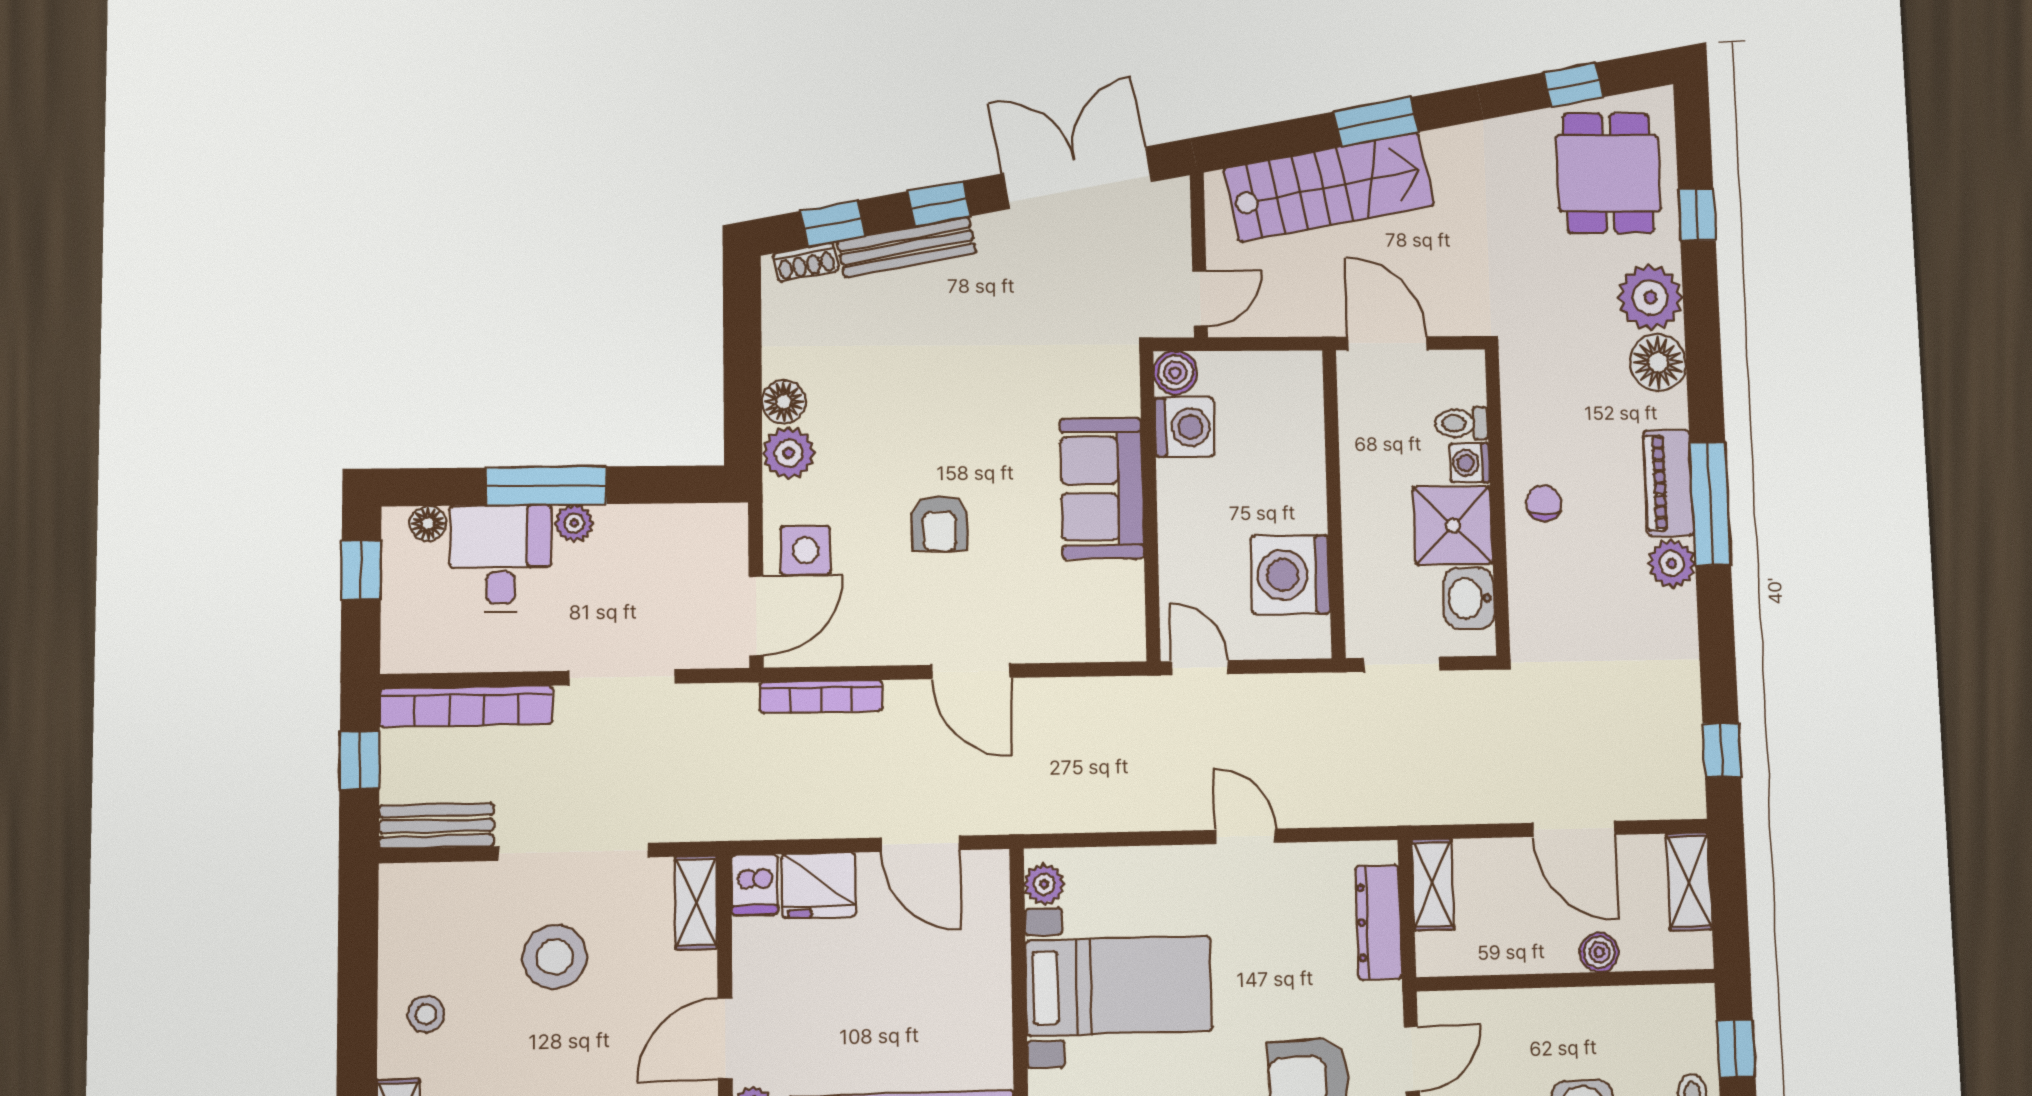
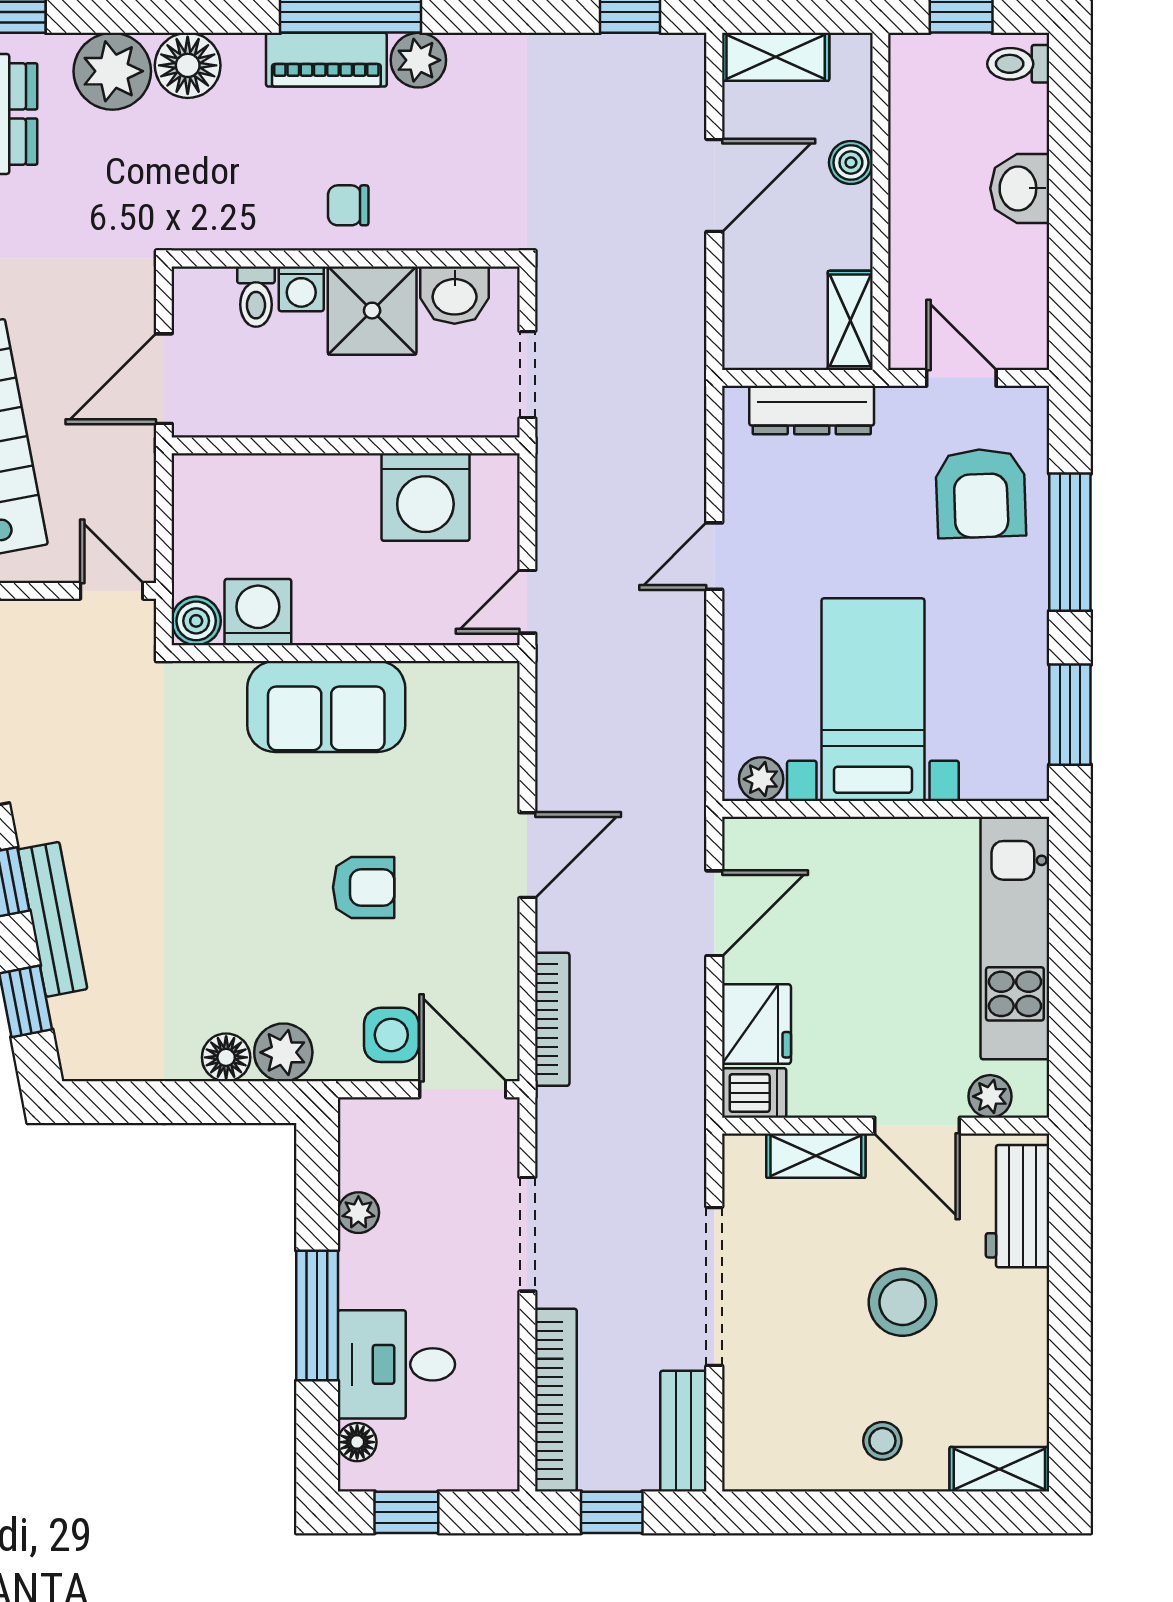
shoe rack: (806, 262) -> (69, 1032), removed
plant: (574, 523) -> (358, 1213), moved
shelving: (1433, 884) -> (850, 320), moved, turned 90
shelving: (696, 902) -> (816, 1156), moved
stool: (555, 957) -> (903, 1302), moved

